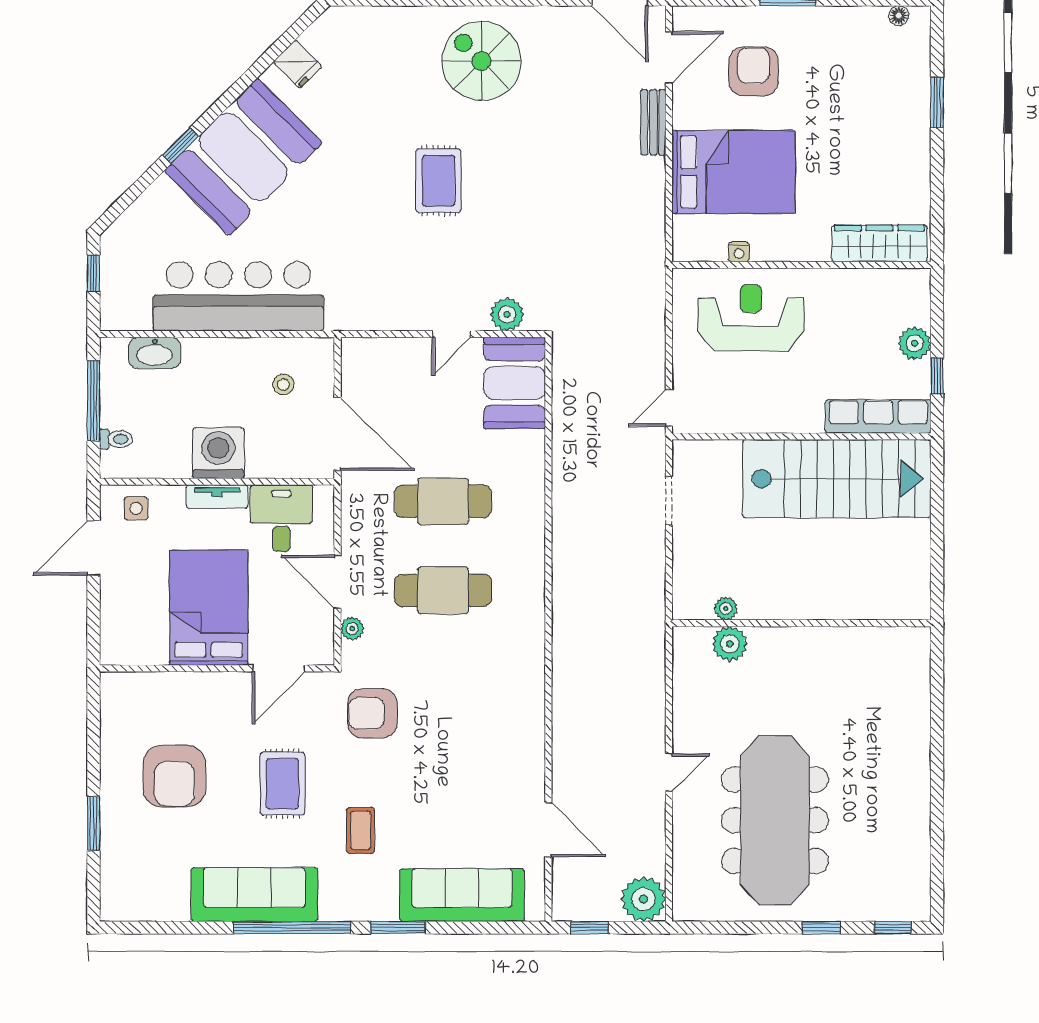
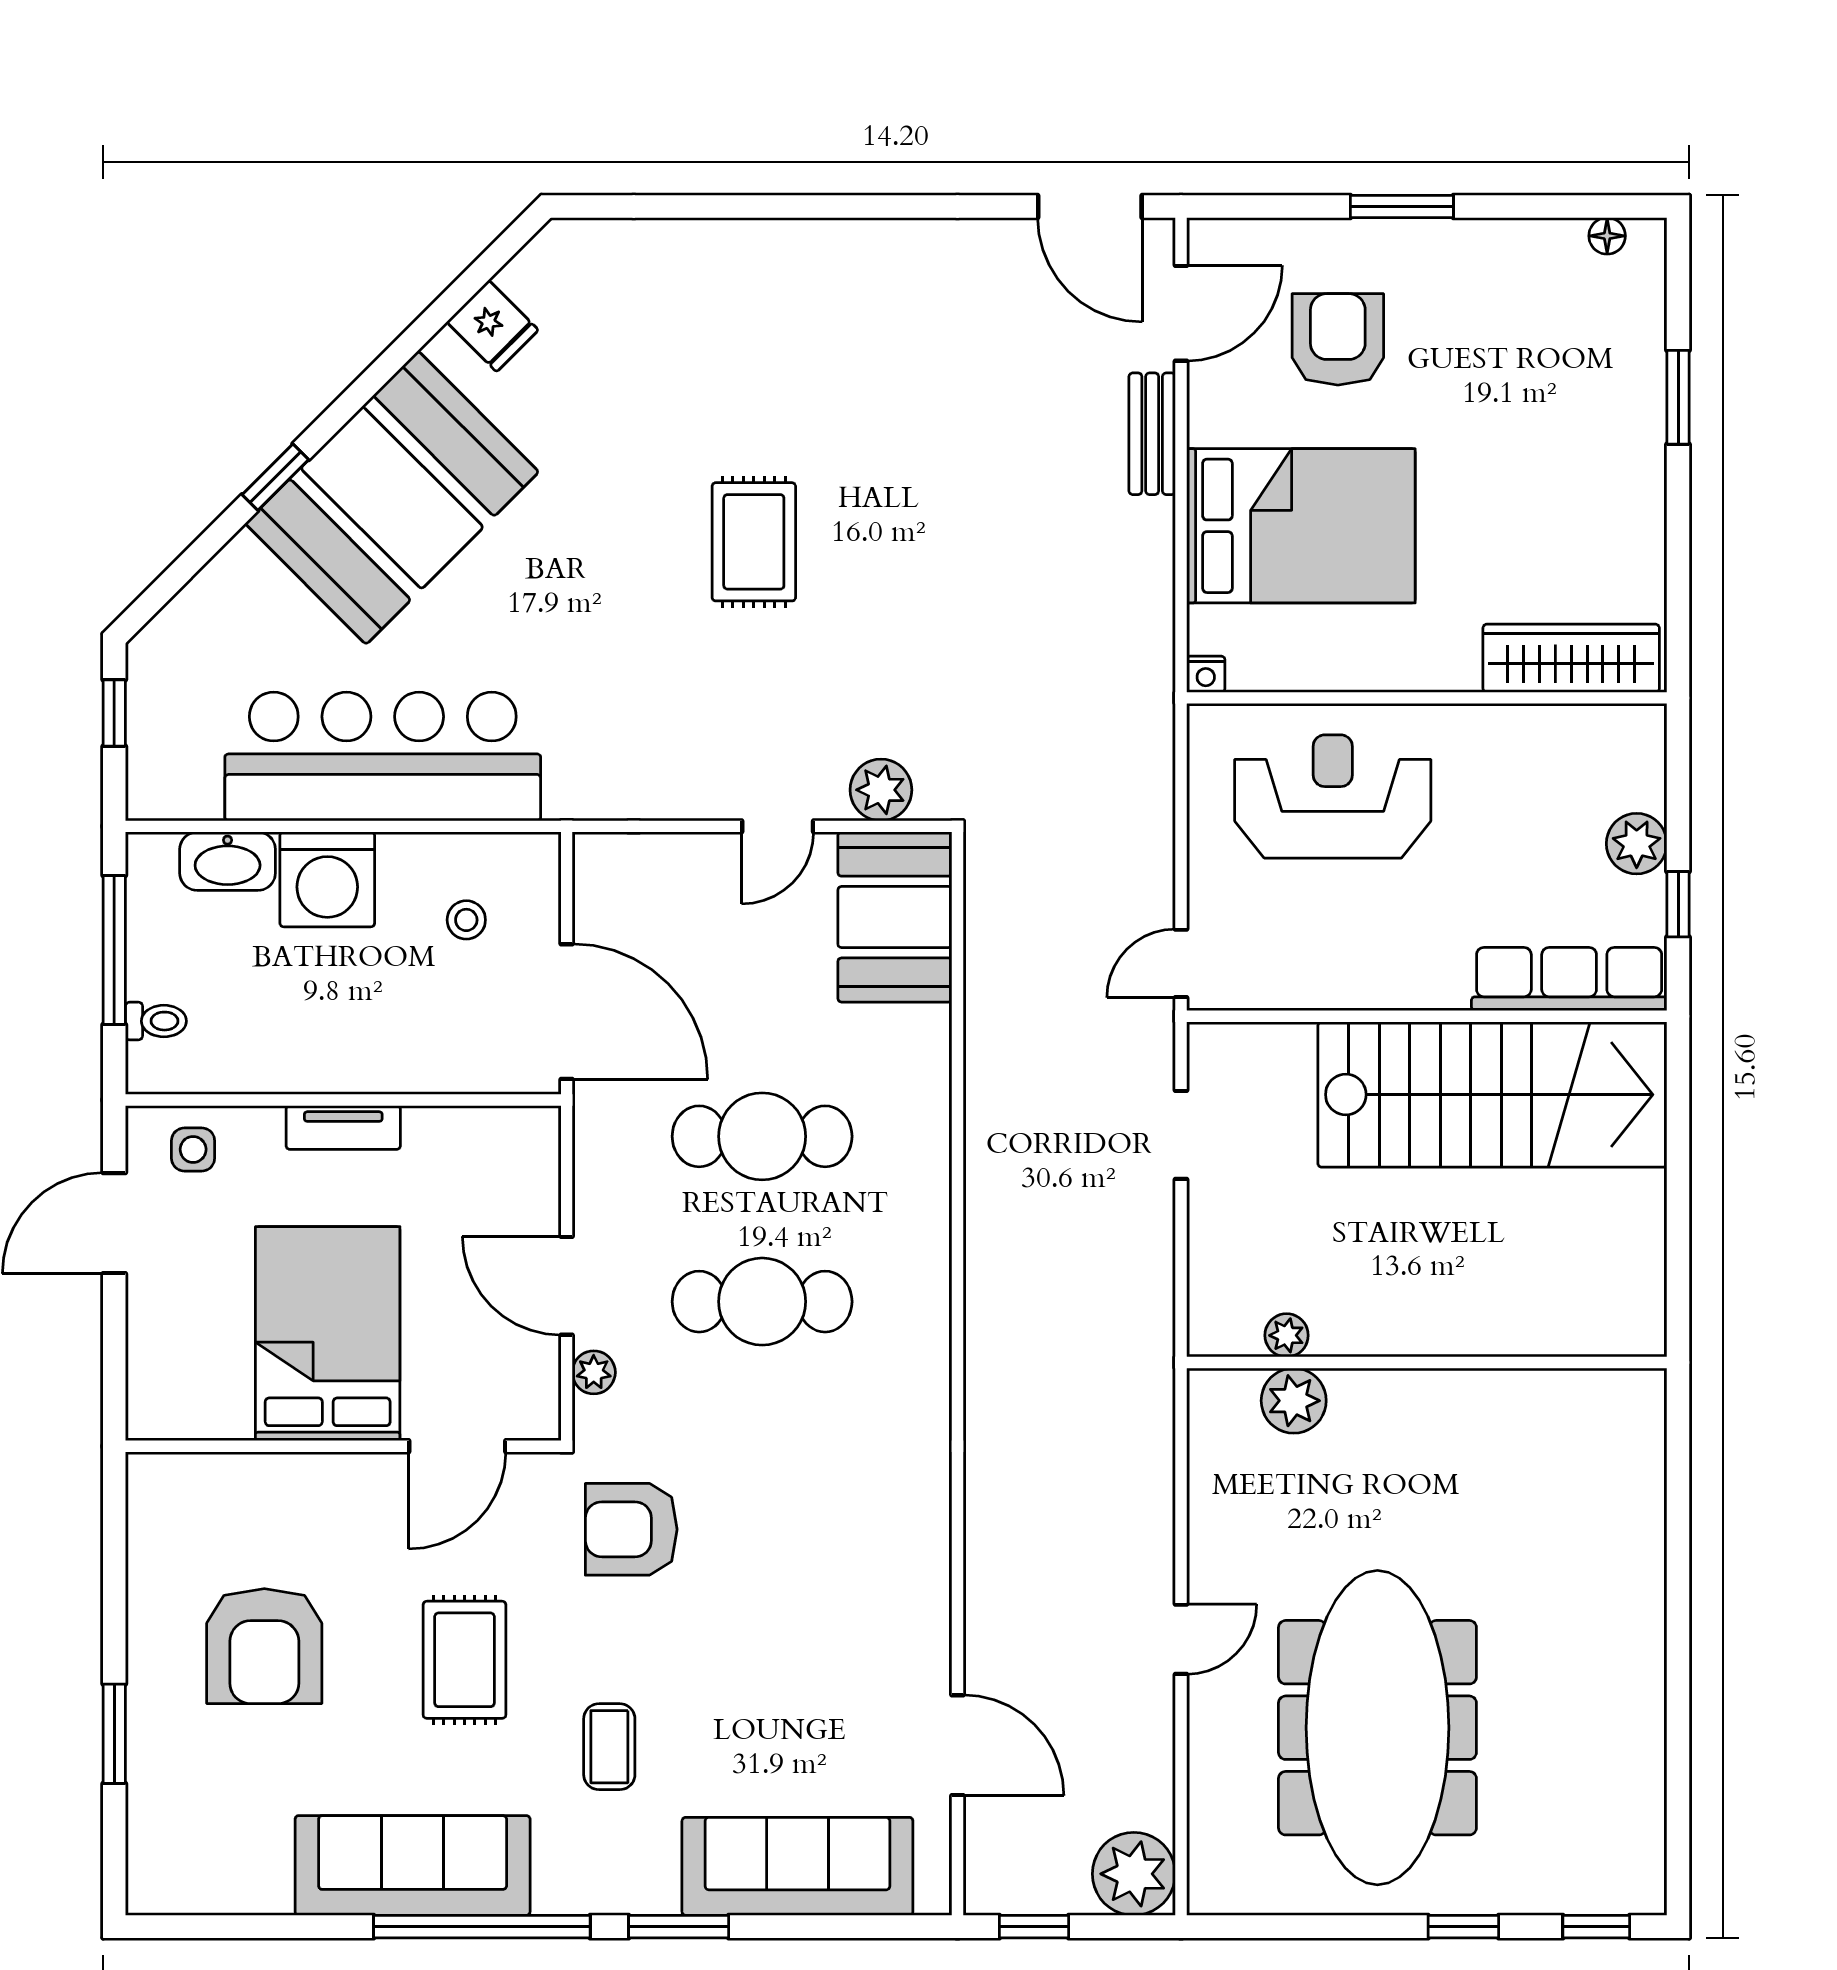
spiral stairs: (481, 61) -> (833, 320), removed
nightstand: (739, 252) -> (1206, 674), moved
washing machine: (218, 453) -> (327, 879), moved, turned 180
desk: (281, 518) -> (463, 1168), removed

